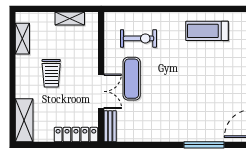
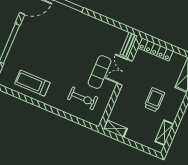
shelving: (70, 18) -> (115, 129), moved
treadmill: (207, 31) -> (32, 83), turned 180
exercise bike: (139, 38) -> (83, 98), turned 180

